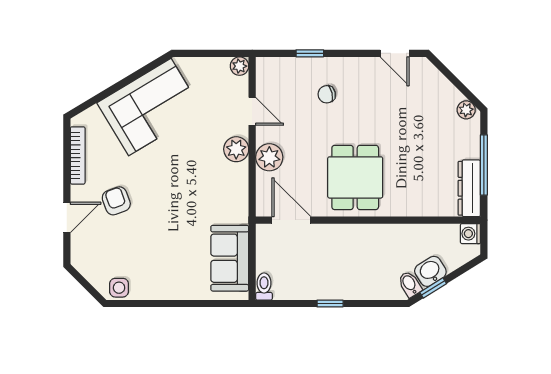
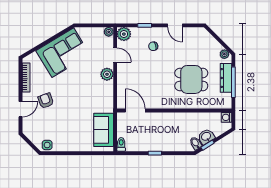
door: (395, 53) -> (175, 25), moved
plant: (269, 157) -> (124, 34), moved
dining table: (355, 177) -> (191, 79), moved, turned 90
dresser: (469, 188) -> (226, 78), moved

